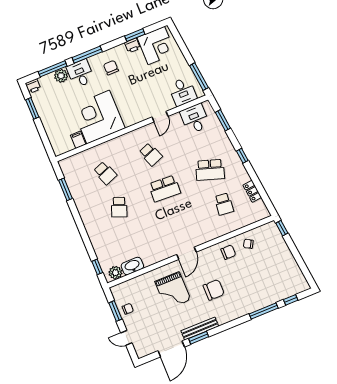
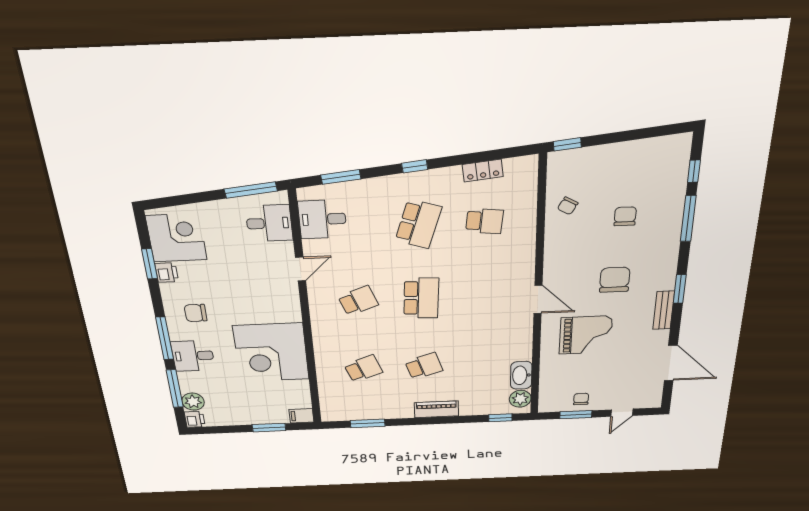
plant: (61, 76) -> (193, 402), moved
window: (32, 108) -> (269, 428), moved
door: (160, 117) -> (301, 269), hinge flipped
filing cabinet: (78, 140) -> (301, 416), moved
school desk: (119, 207) -> (424, 366), turned -39
piano: (90, 226) -> (436, 409), added
chair: (228, 252) -> (625, 216), moved
bench: (200, 329) -> (664, 310), width x0.73
window: (199, 338) -> (680, 289), moved

